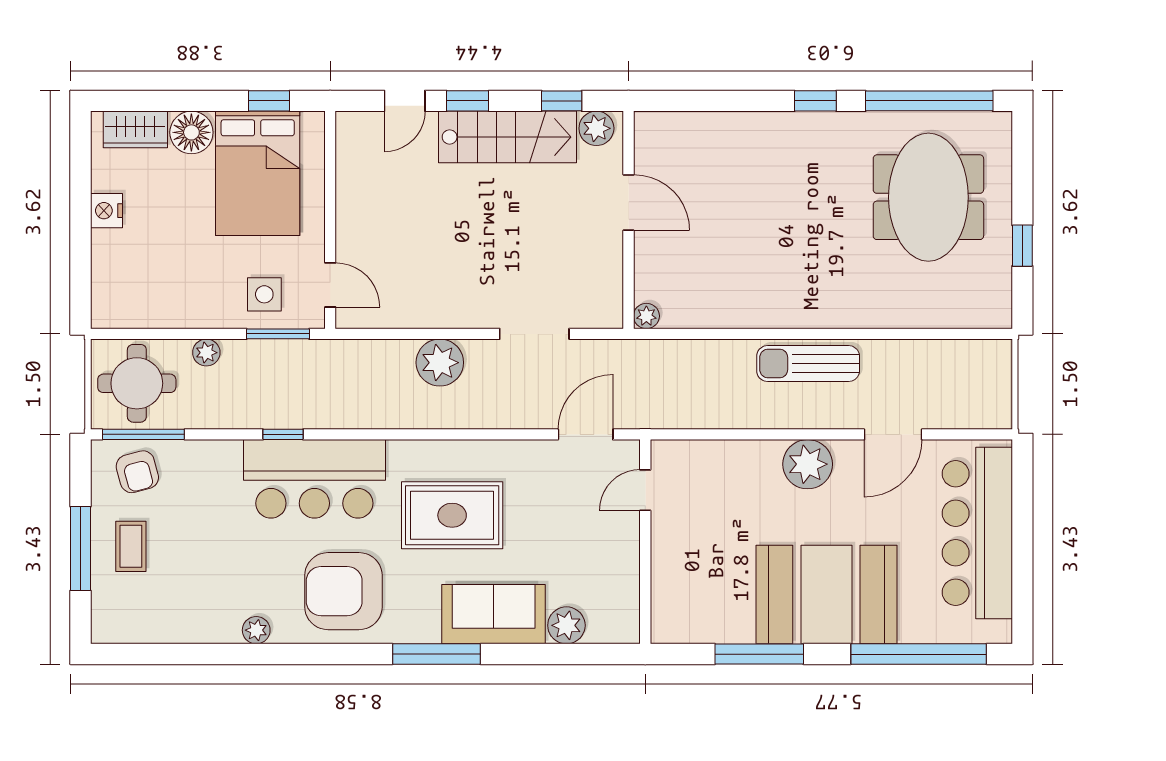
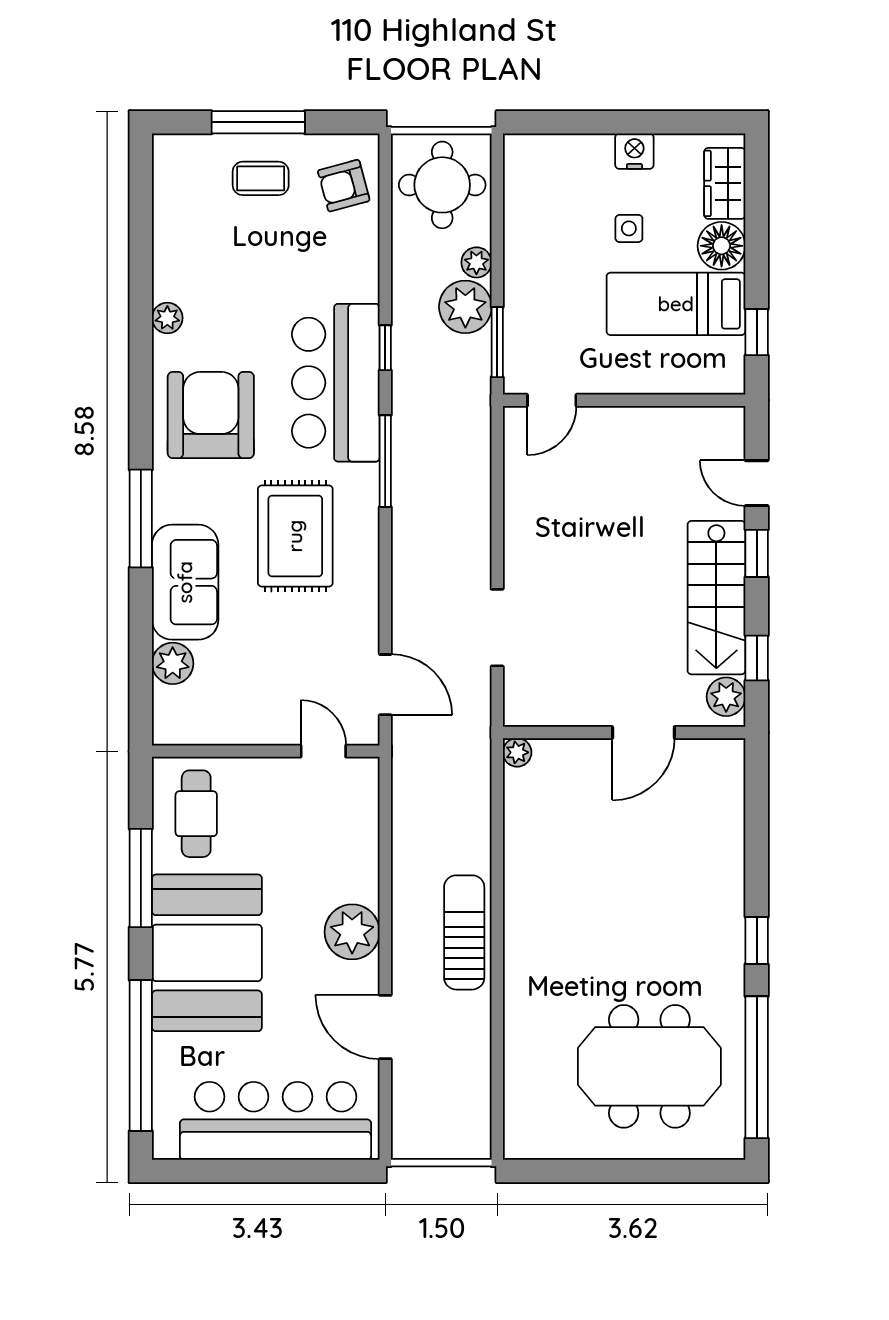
bed: (258, 173) -> (676, 304), width x0.67
window: (1022, 246) -> (595, 1171), removed
side table: (264, 294) -> (629, 228), moved, width x0.73, depth x0.73
plant: (440, 363) -> (465, 307), moved
window: (143, 434) -> (385, 461), moved
cafe table: (701, 604) -> (196, 814), added

